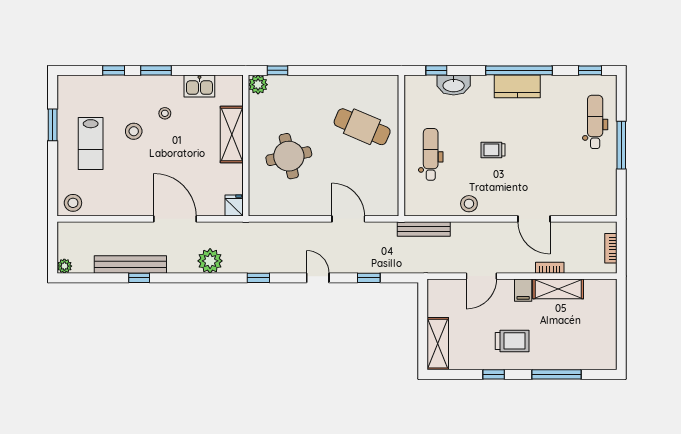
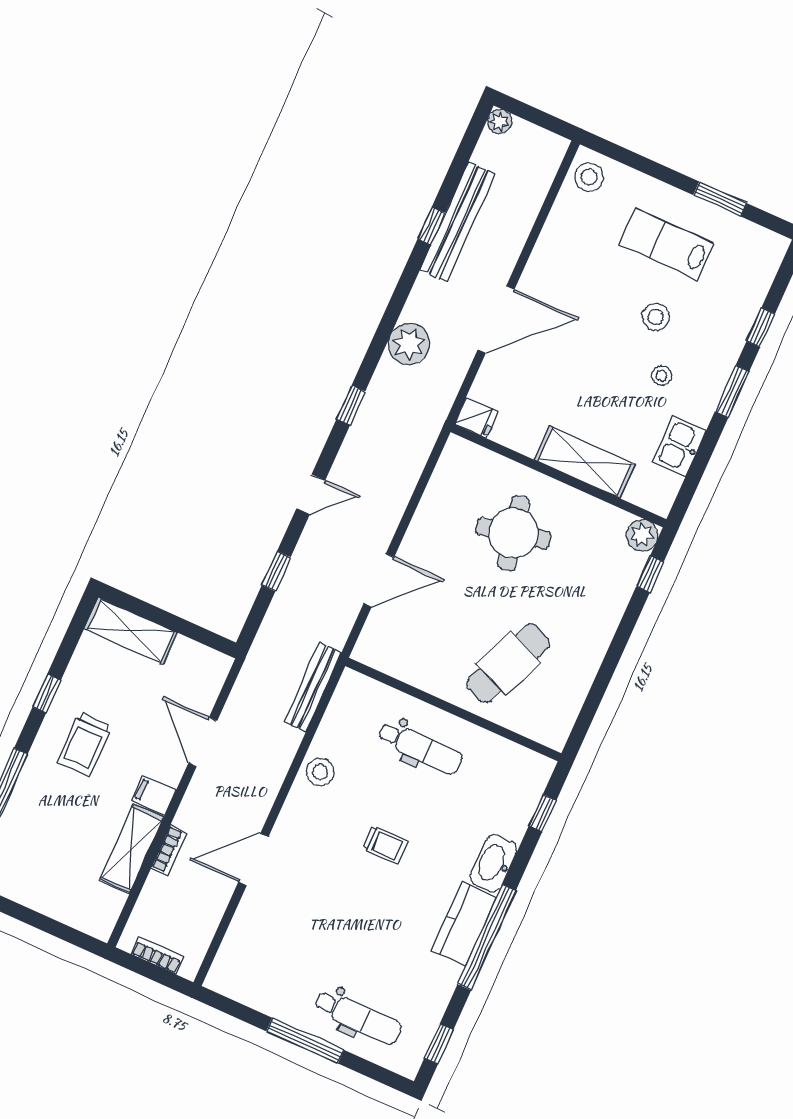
washbasin: (454, 85) -> (494, 863), moved
trolley: (493, 150) -> (385, 845), turned 90

